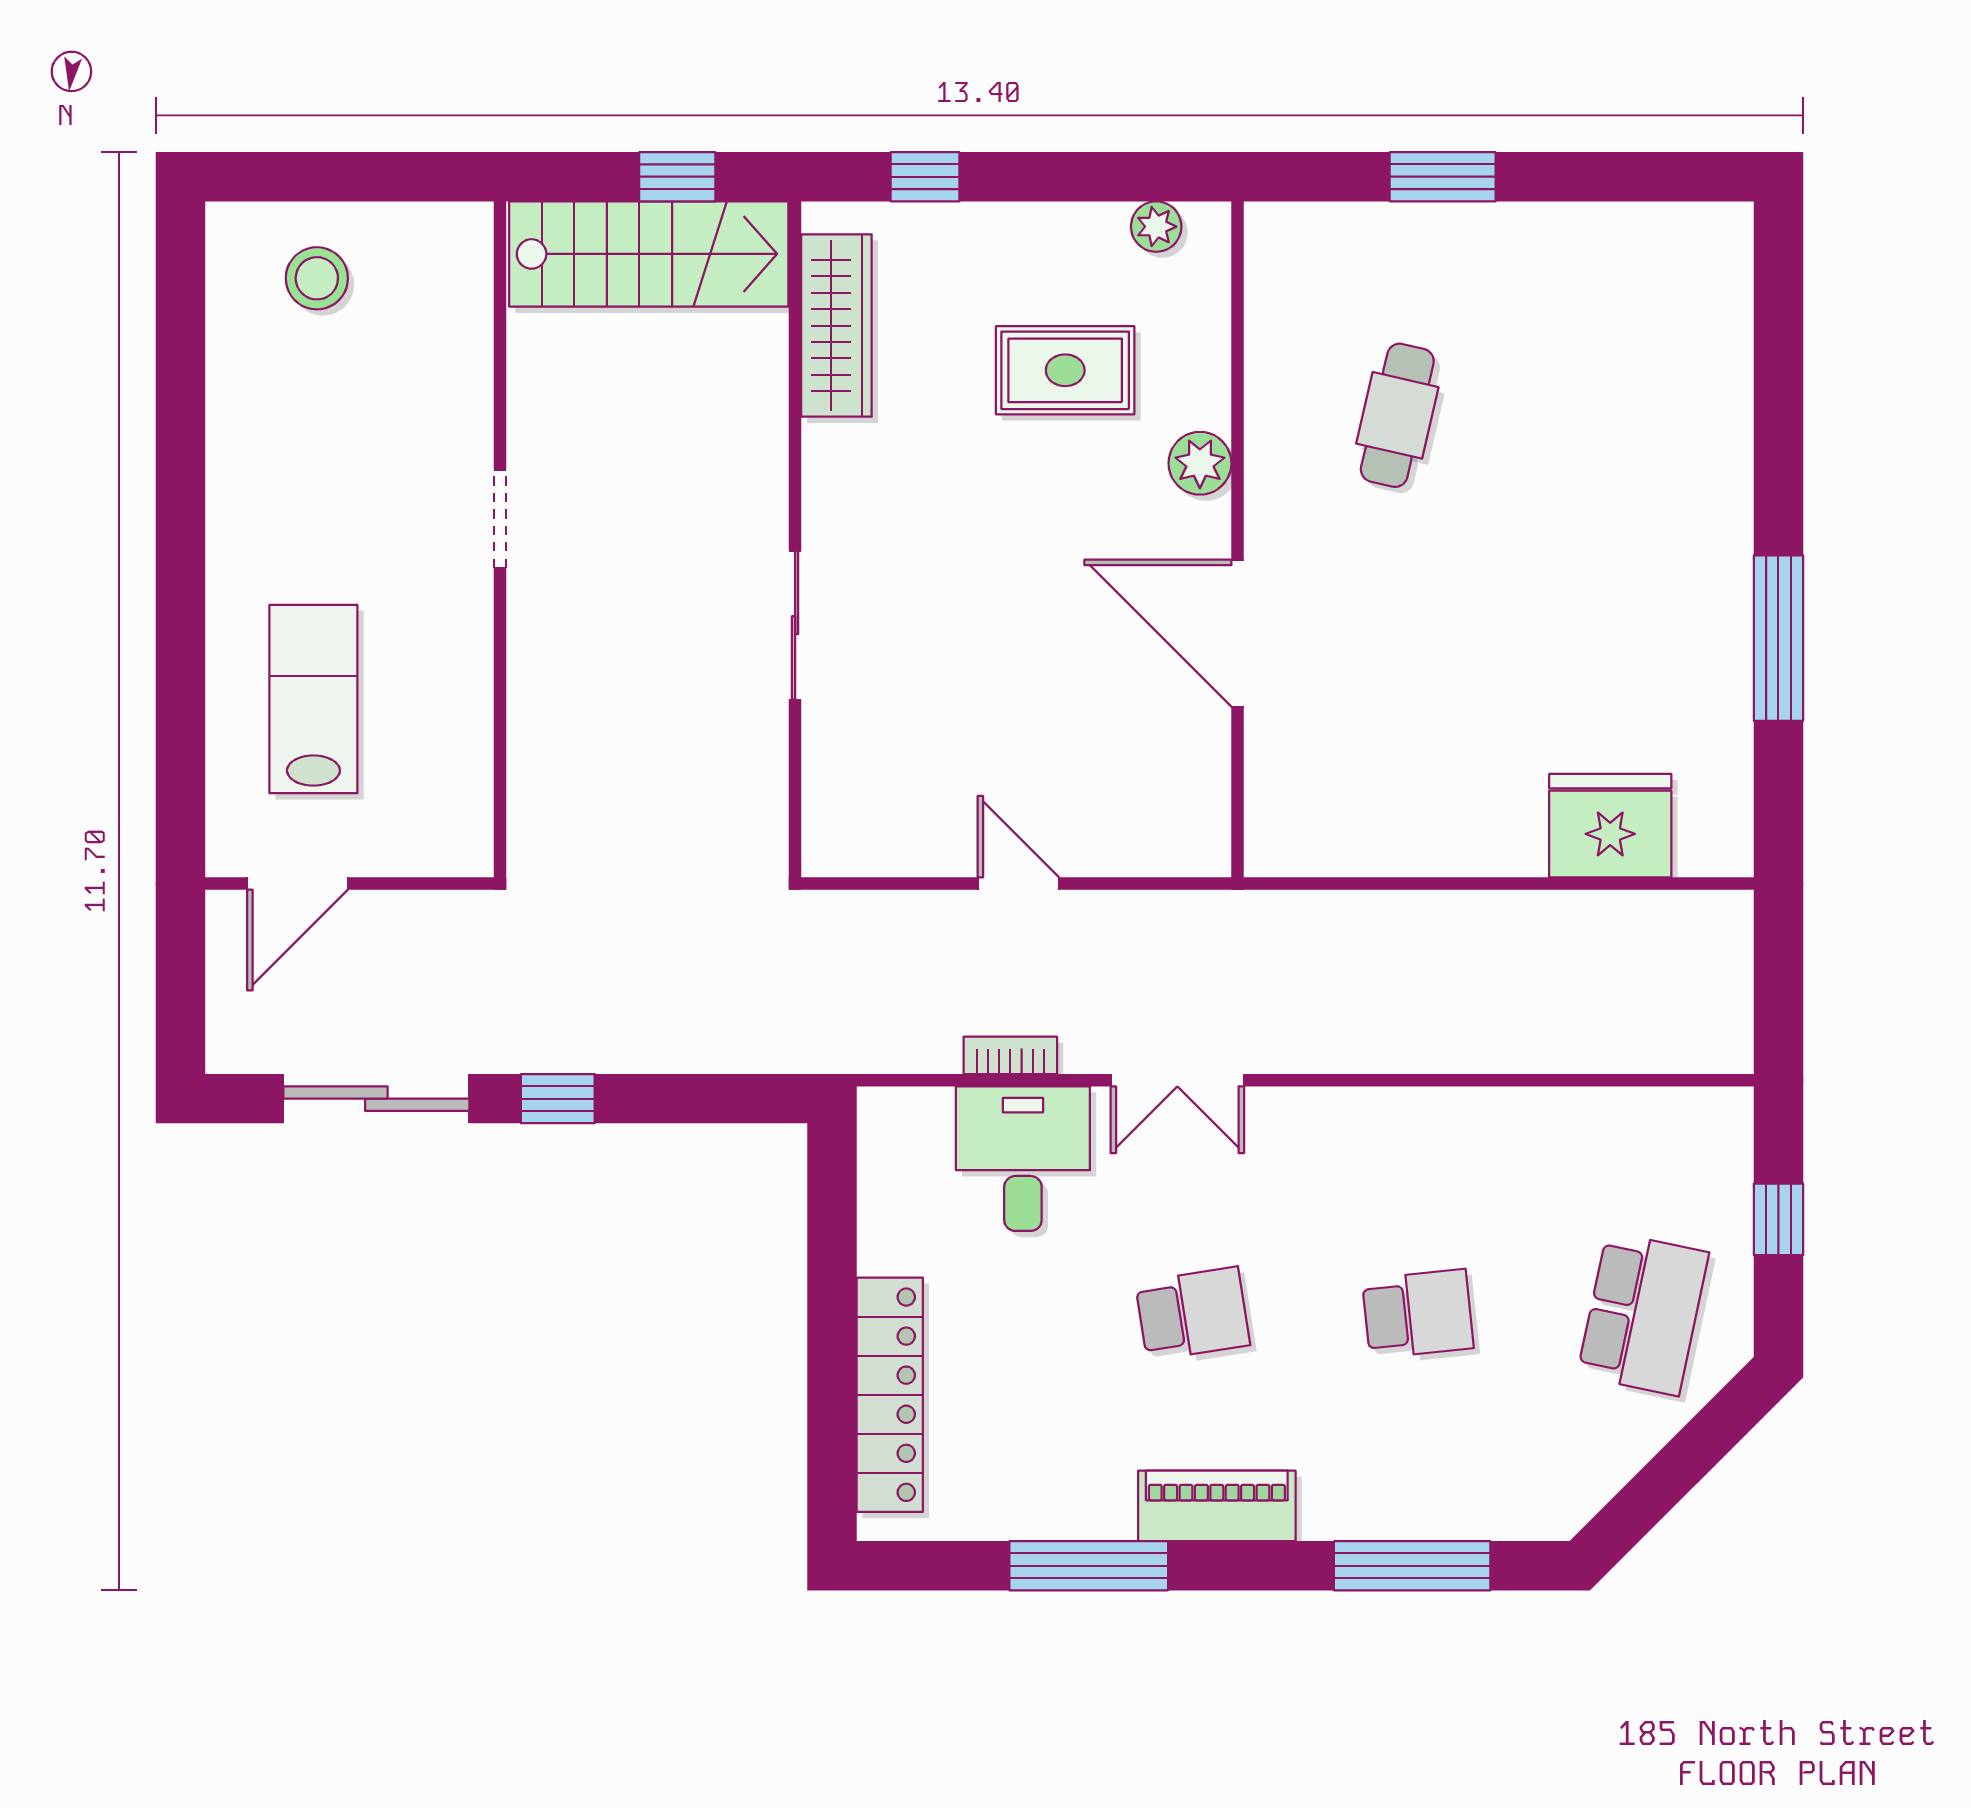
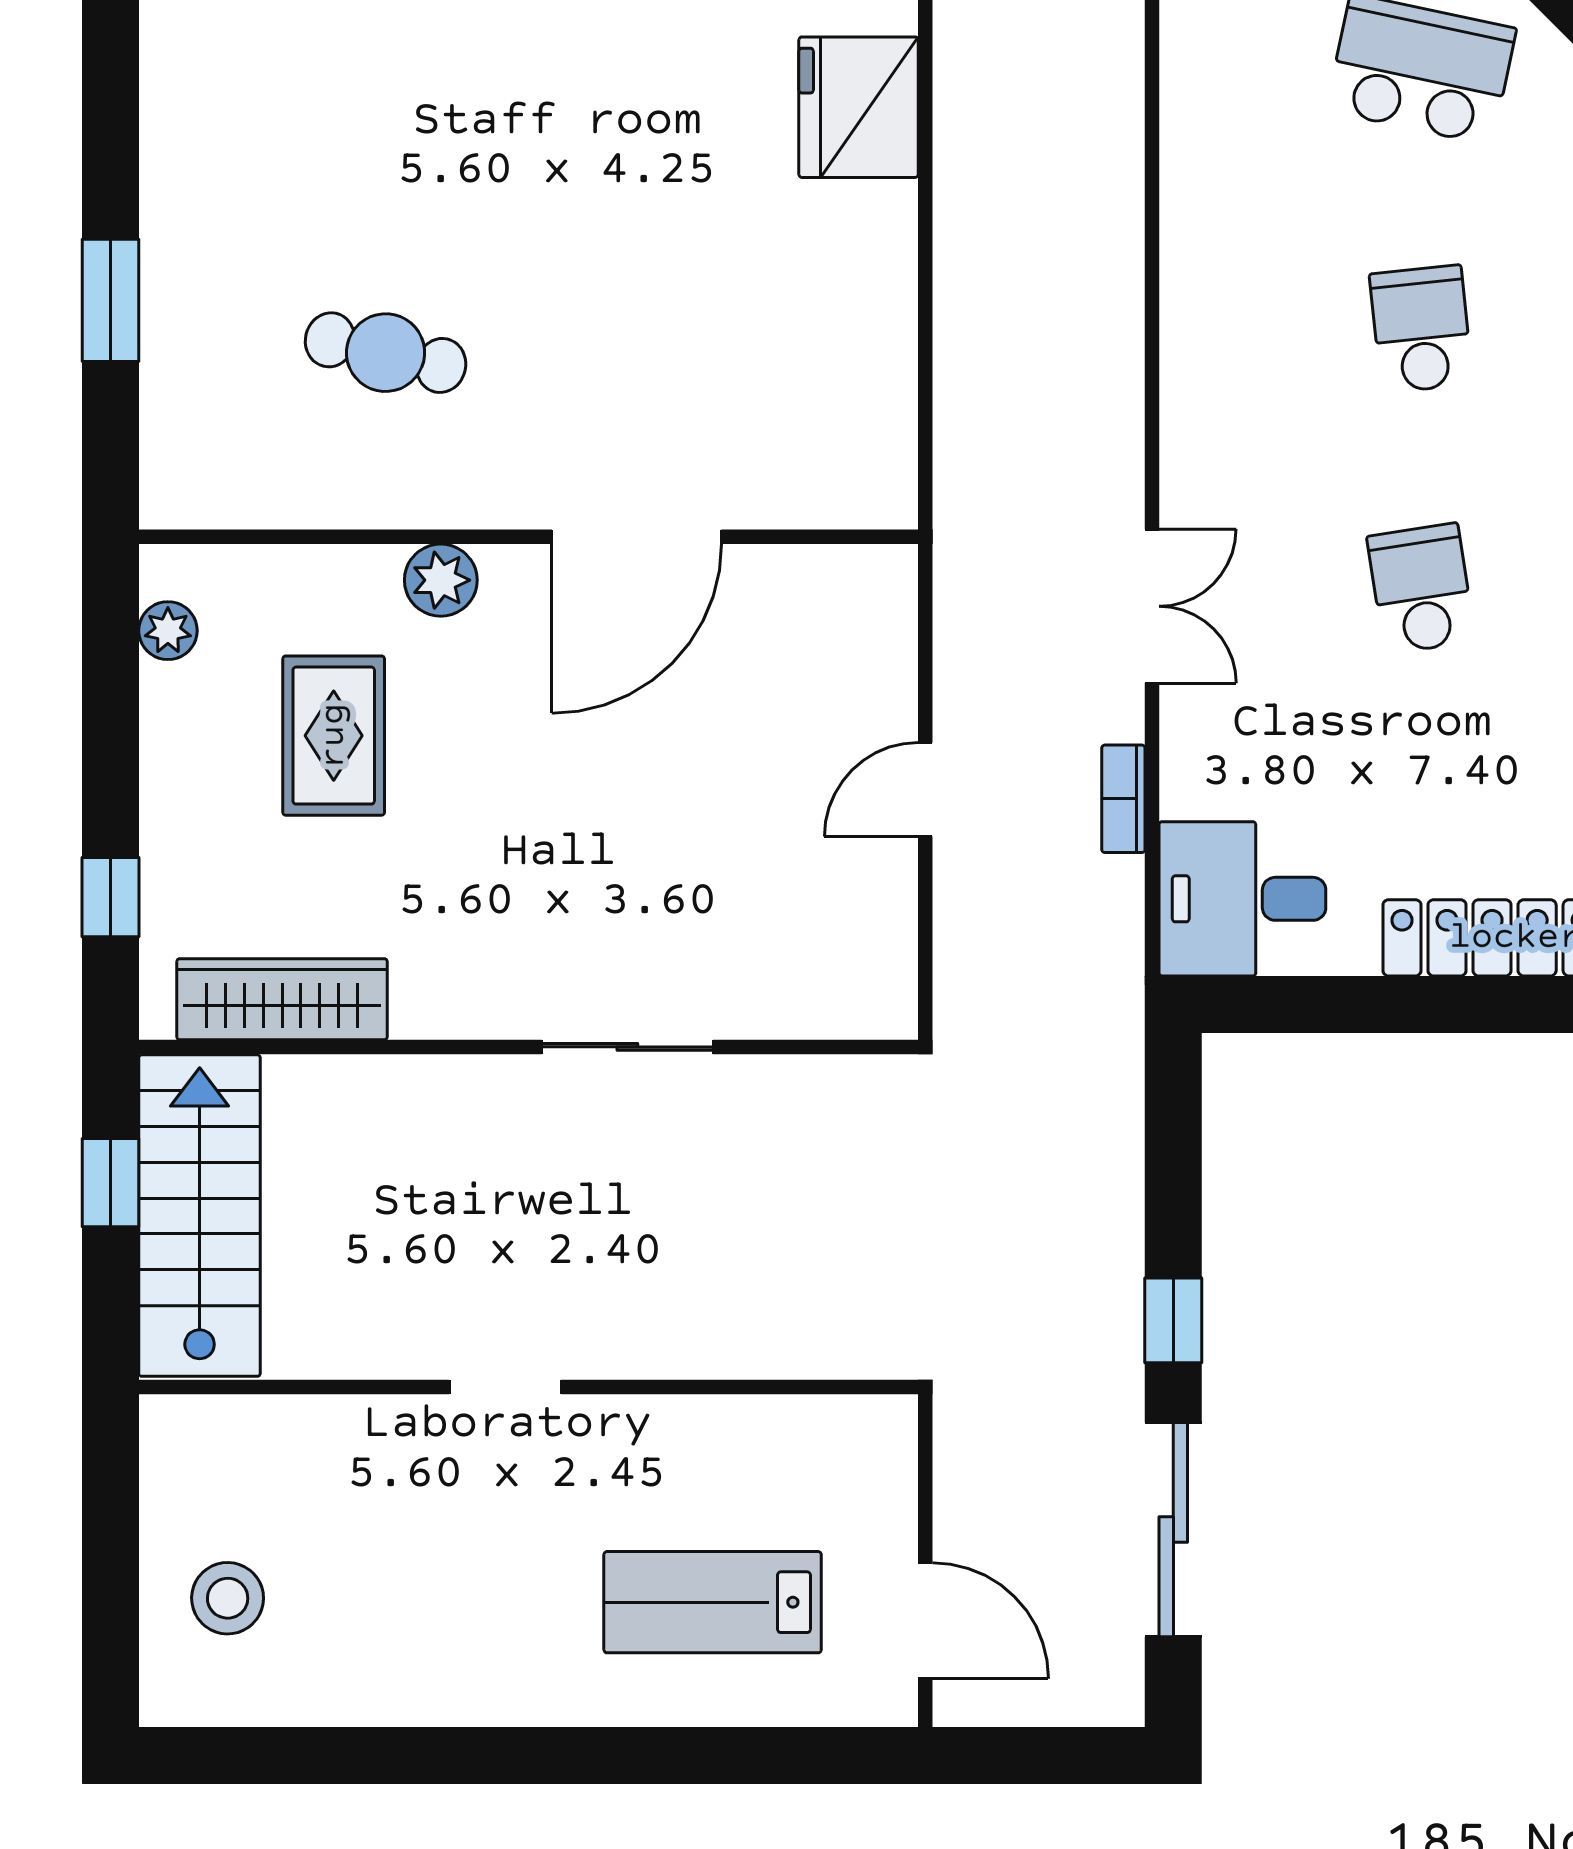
desk: (1023, 1159) -> (1242, 899), moved

